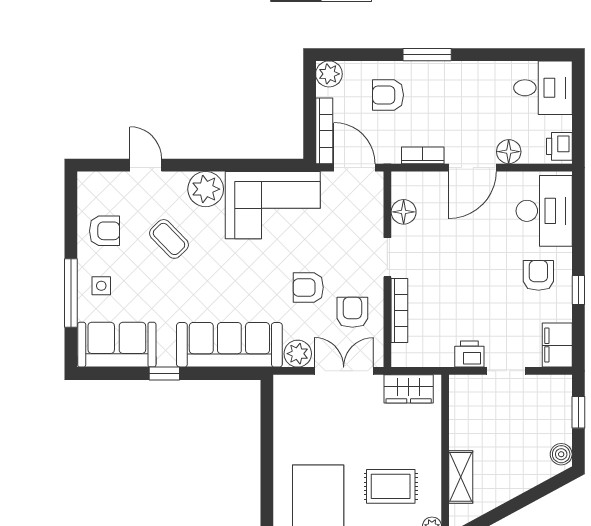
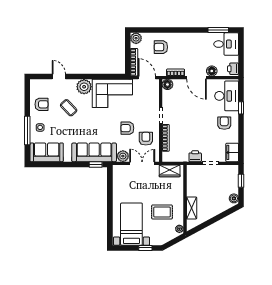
window: (427, 55) -> (218, 30), moved
door: (472, 168) -> (196, 78), hinge flipped
floor lamp: (404, 212) -> (167, 84), moved
window: (578, 290) -> (241, 108), moved
window: (164, 373) -> (96, 164), moved

